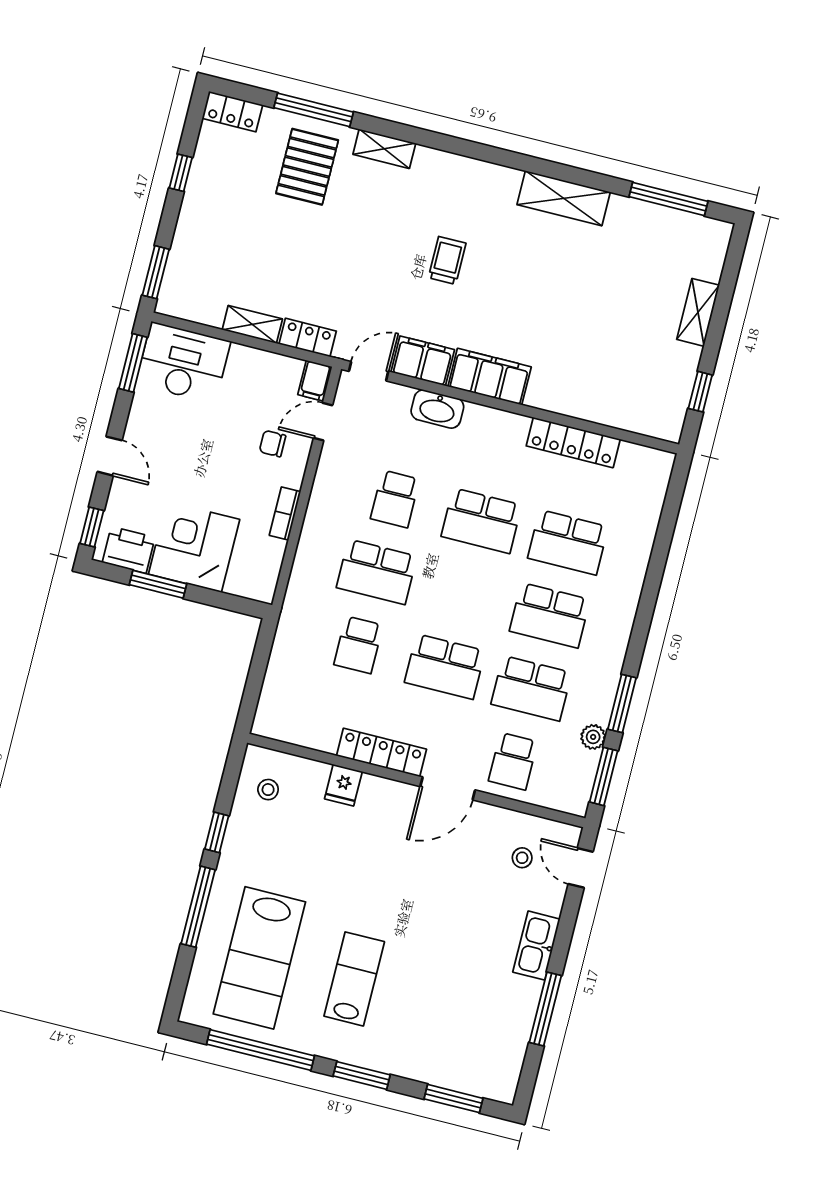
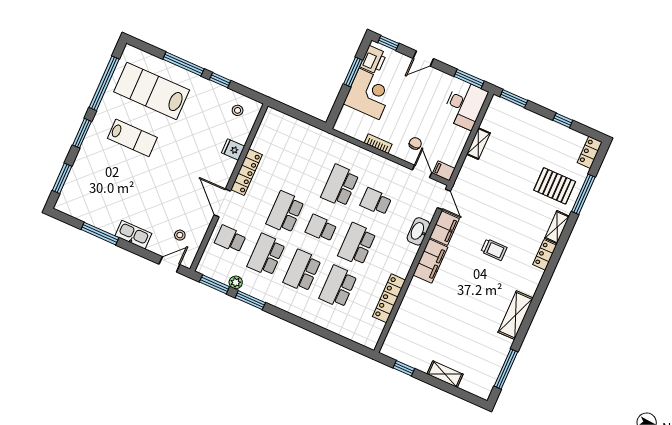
locker: (308, 338) -> (545, 255), moved, turned 180
school desk: (358, 645) -> (321, 228), moved

